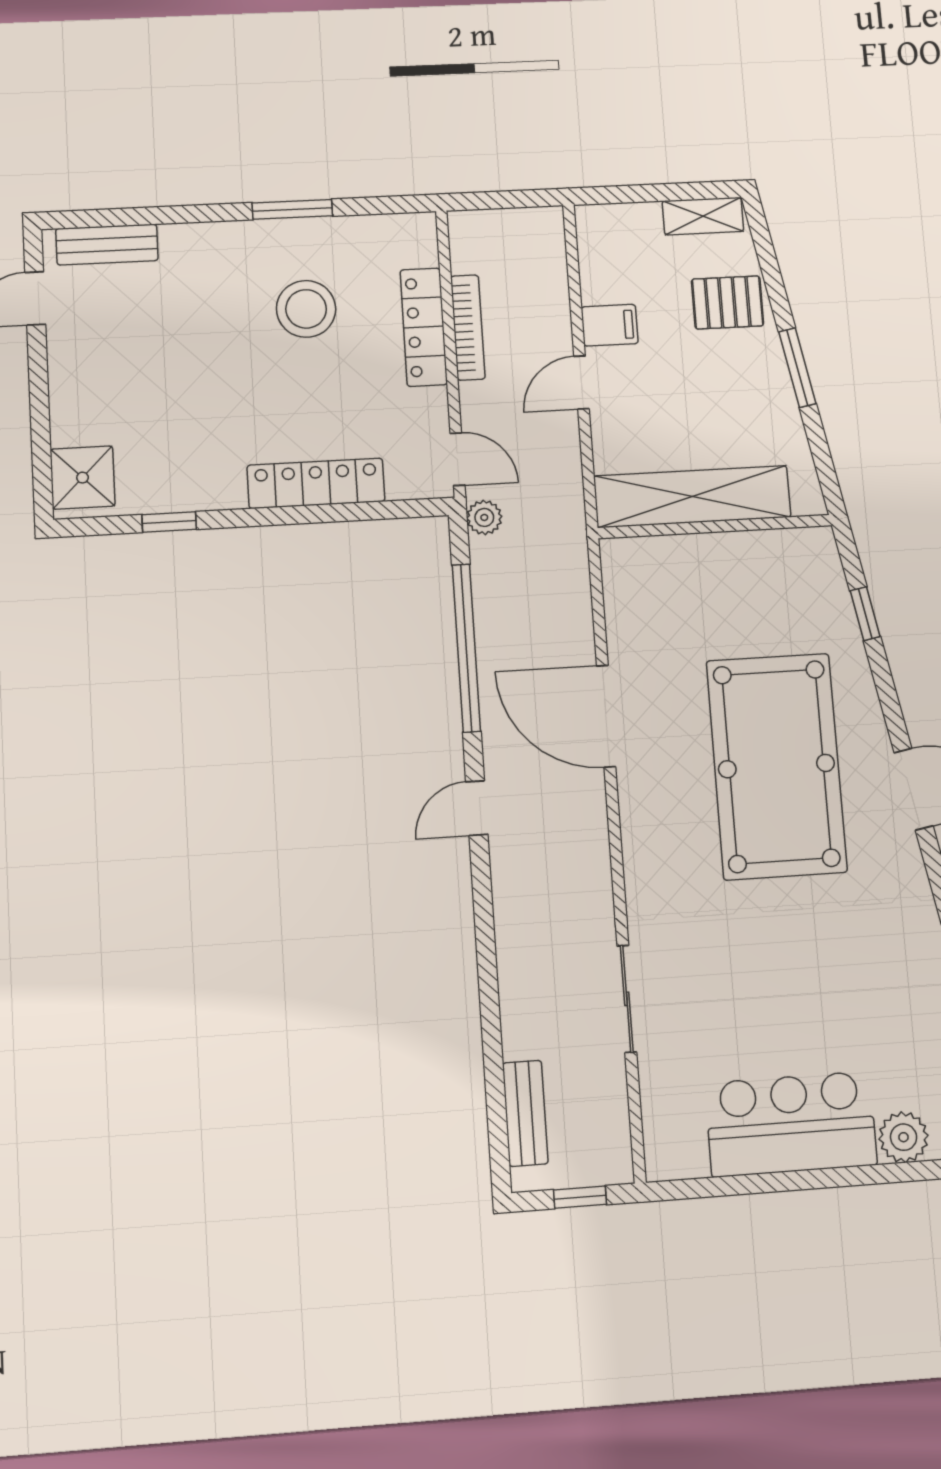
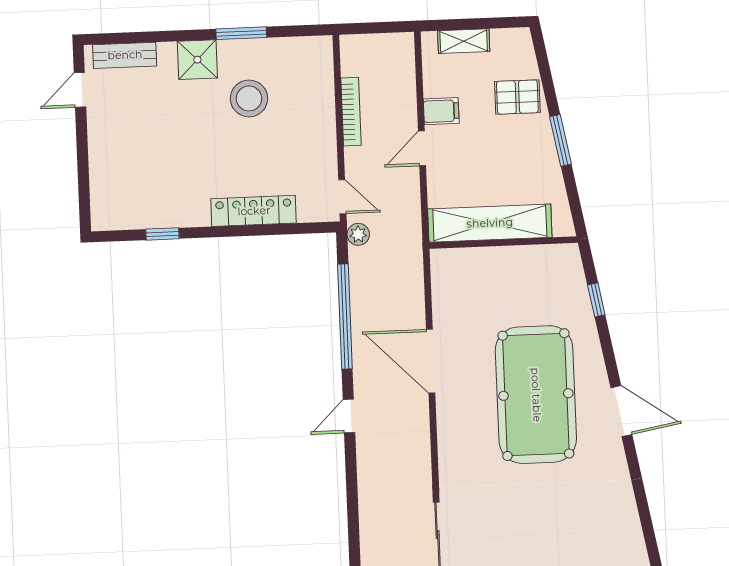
shelving: (703, 216) -> (464, 41), moved
locker: (424, 327) -> (323, 111), removed
shower: (83, 478) -> (197, 60), moved

